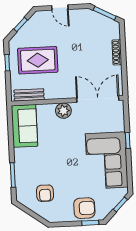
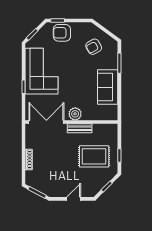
door: (60, 7) -> (74, 199), hinge flipped
bench: (29, 95) -> (80, 128), moved
double door: (98, 99) -> (46, 122), swing flipped
sofa: (25, 126) -> (108, 87), moved
armchair: (45, 193) -> (94, 47), turned -120

